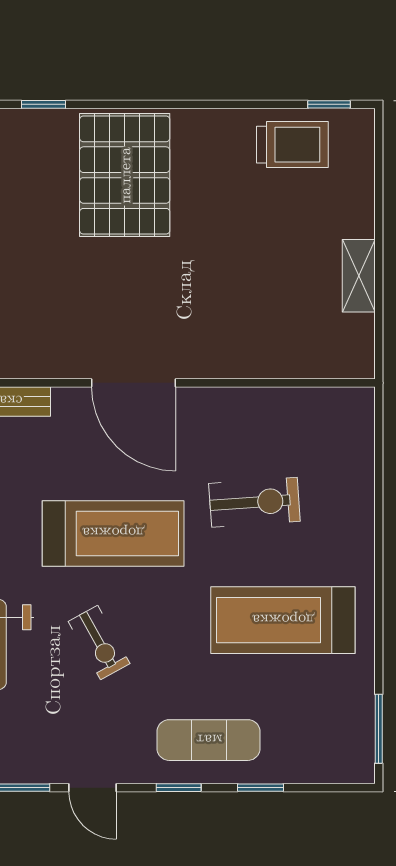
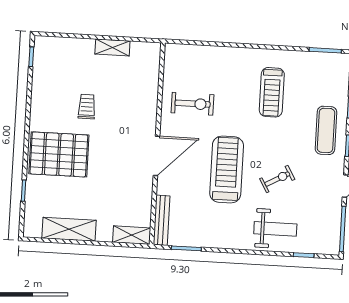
trolley: (292, 145) -> (87, 107), moved, width x0.73, depth x0.72
exercise bike: (254, 502) -> (193, 104), moved, turned 94
treadmill: (283, 620) -> (272, 92), width x0.73, depth x0.73

